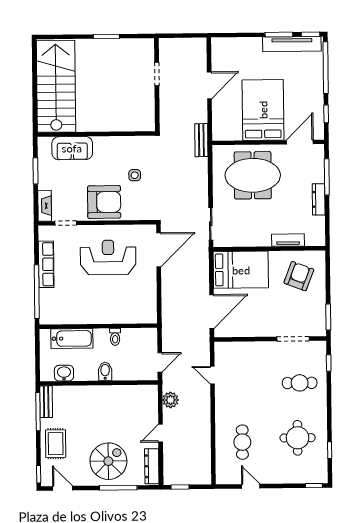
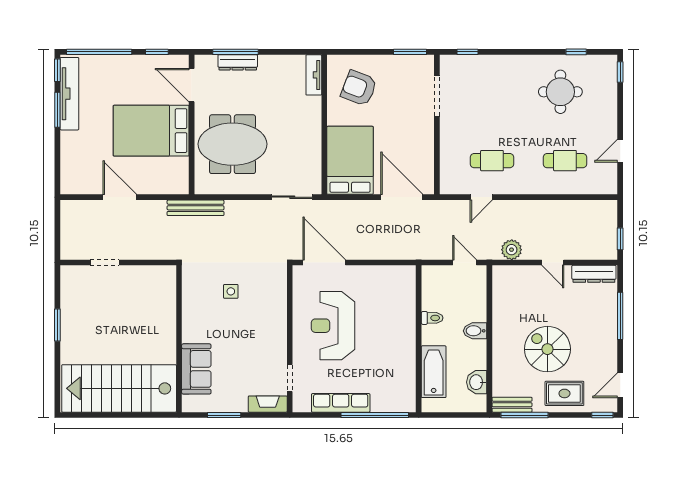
bench: (201, 140) -> (196, 208), width x1.36
meeting table: (253, 175) -> (233, 144), turned 90
dresser: (319, 199) -> (238, 62), moved
armchair: (104, 202) -> (264, 330), removed
tv unit: (288, 240) -> (314, 75), moved
cafe table: (300, 383) -> (492, 161), moved, turned 90
spiral stairs: (108, 461) -> (547, 349), moved

